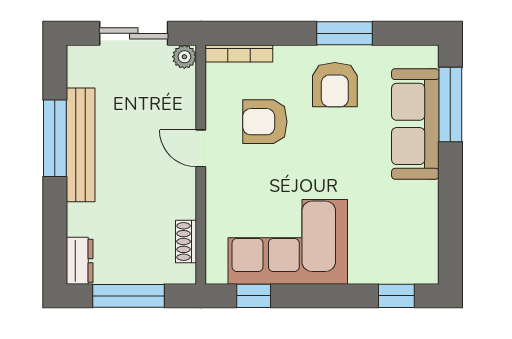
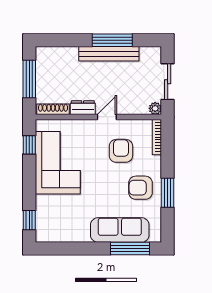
shoe rack: (186, 242) -> (53, 109), width x1.43
dresser: (80, 261) -> (83, 108), moved, turned 180

